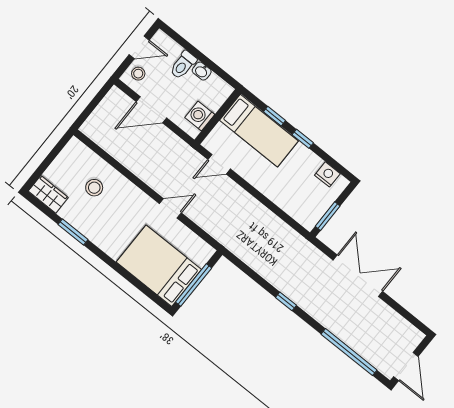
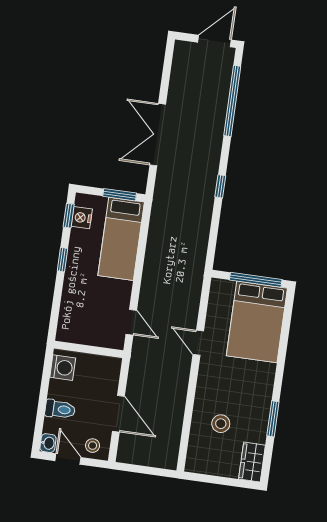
washbasin: (202, 71) -> (48, 443), moved
washing machine: (200, 116) -> (63, 368), moved, turned -90
window: (275, 116) -> (69, 216), moved
bed: (259, 131) -> (121, 239), moved, turned 180

